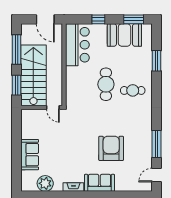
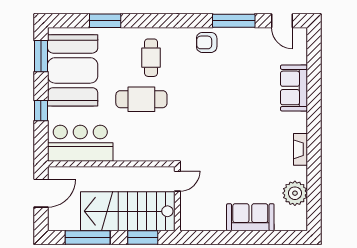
booth: (124, 35) -> (73, 70), width x1.36, depth x1.42
armchair: (111, 148) -> (207, 42), moved, width x0.53, depth x0.53
sofa: (100, 183) -> (294, 88), moved

